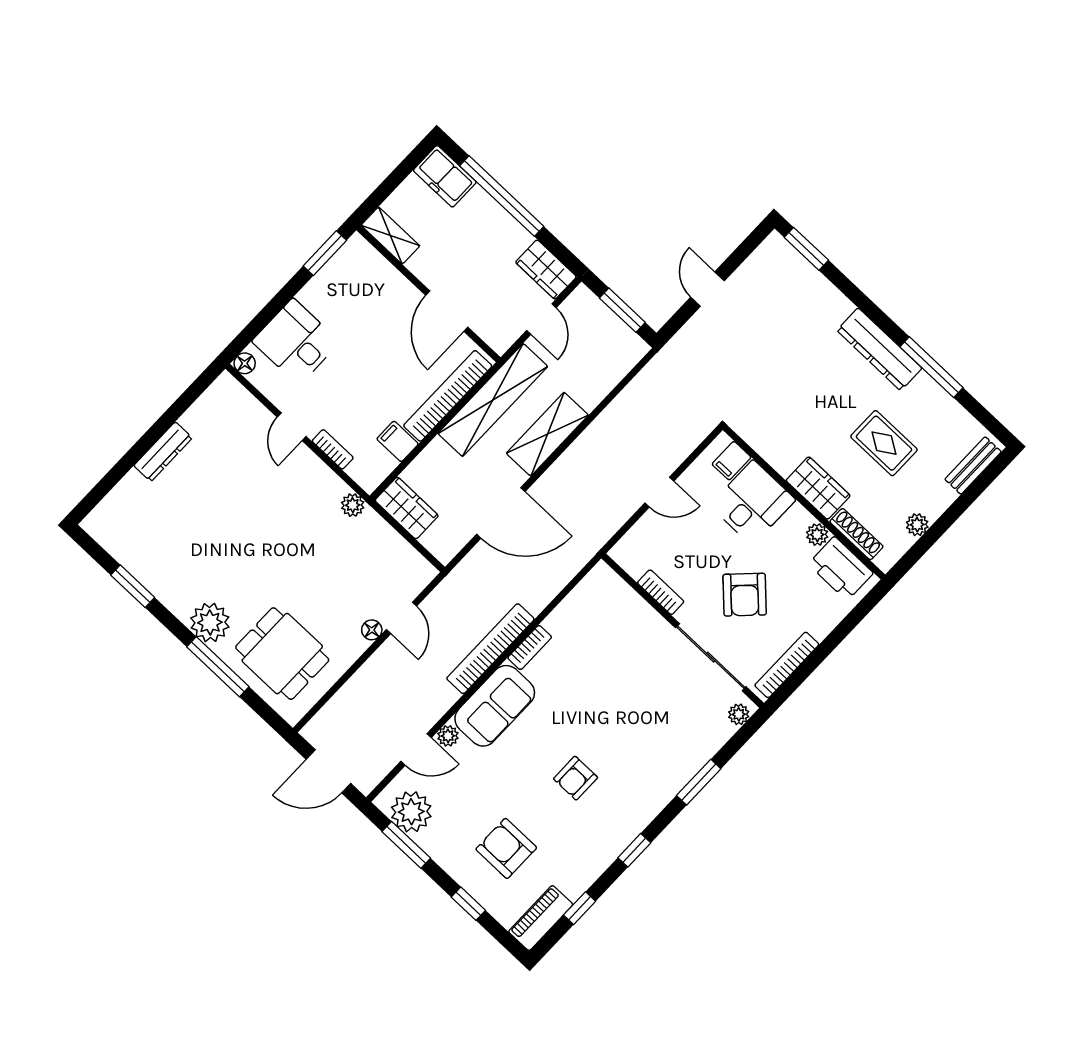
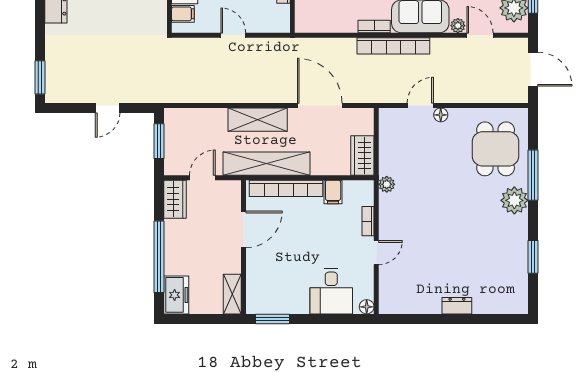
dresser: (163, 452) -> (457, 306), width x0.70

